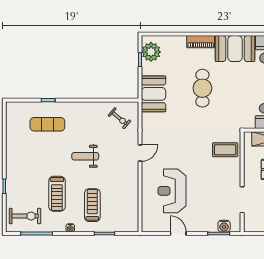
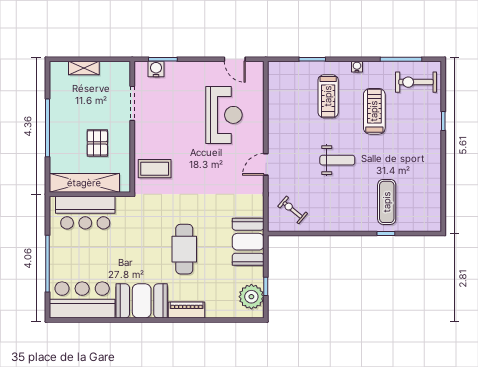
exercise mat: (47, 124) -> (387, 202), turned 90
door: (178, 233) -> (235, 59), moved

